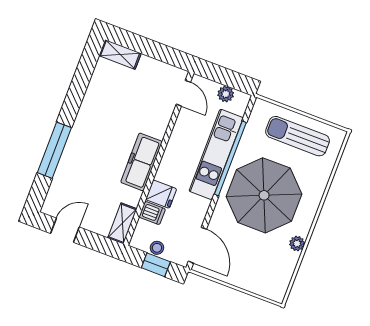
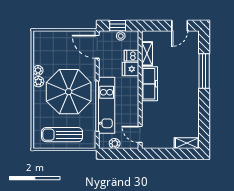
sun lounger: (298, 136) -> (62, 135), turned 180
shelving: (122, 223) -> (147, 54), moved
plant: (303, 227) -> (38, 82), added

